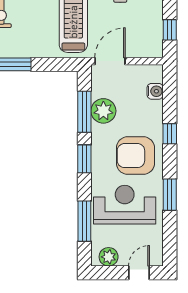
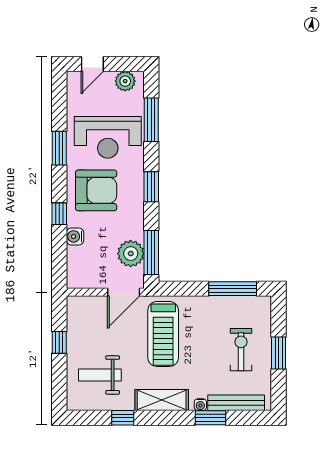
window: (170, 30) -> (59, 342), moved
water cooler: (155, 91) -> (75, 236), moved
plant: (103, 111) -> (131, 254), moved
window: (84, 112) -> (151, 253), moved

